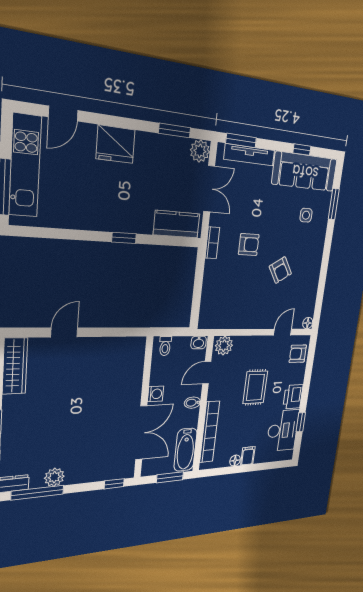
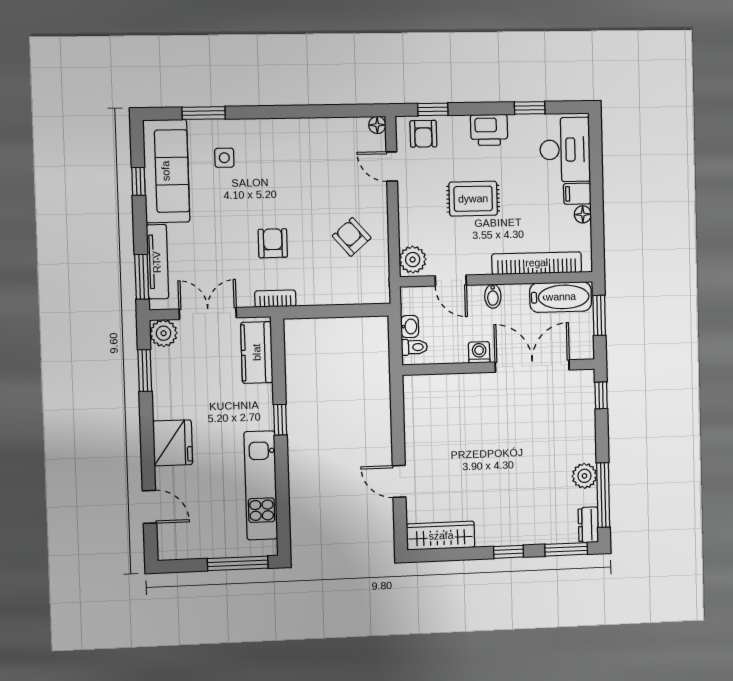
kitchen unit: (25, 166) -> (261, 485), moved, turned -90
armchair: (280, 270) -> (352, 237), moved, turned -99
washbasin: (199, 343) -> (410, 327), moved
window: (310, 360) -> (433, 109), added
desk: (283, 430) -> (565, 150), moved, turned 90

